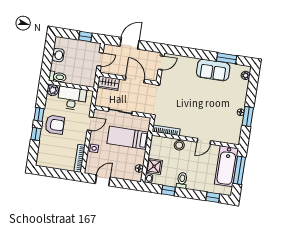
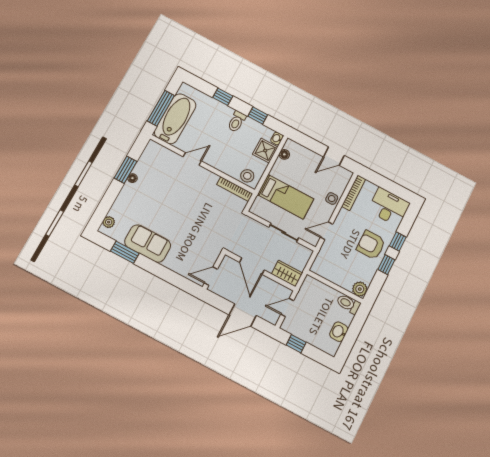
desk: (72, 98) -> (389, 207), moved, turned 180
stool: (179, 145) -> (247, 176), moved
window: (213, 197) -> (223, 97), moved

